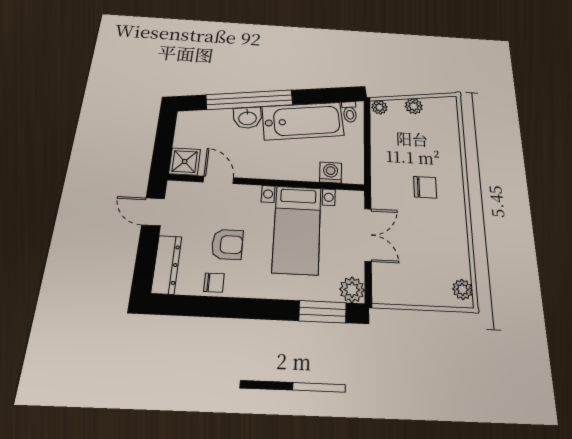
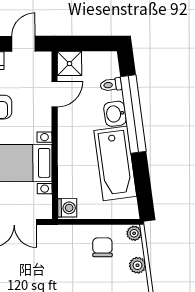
toilet: (350, 112) -> (111, 85), moved
washing machine: (331, 173) -> (67, 208), moved
chair: (425, 187) -> (102, 247), moved, turned 180

